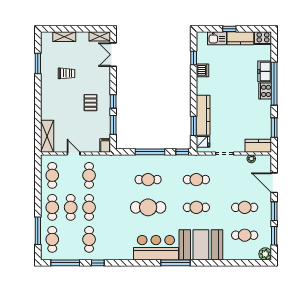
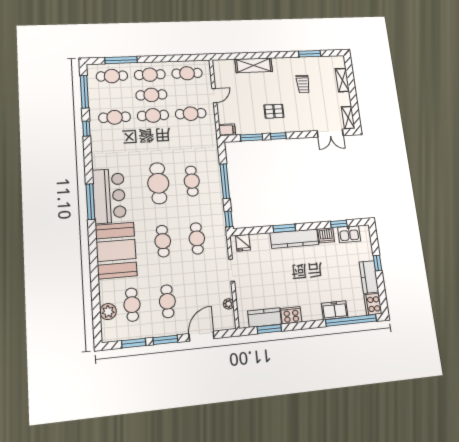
kitchen sink: (217, 38) -> (349, 234), moved, turned -90
double door: (113, 55) -> (330, 133), swing flipped
window: (274, 84) -> (351, 320), moved
cooker: (265, 91) -> (291, 315), moved
kitchen counter: (203, 115) -> (294, 239), moved
window: (194, 126) -> (284, 228), moved
shelving: (47, 136) -> (254, 65), moved
kitchen counter: (258, 146) -> (264, 318), moved, turned -90
plant: (265, 254) -> (108, 312), moved
window: (176, 263) -> (90, 202), moved

